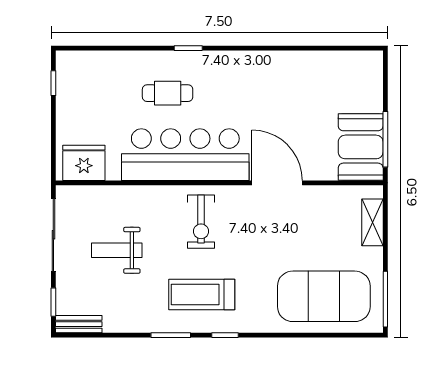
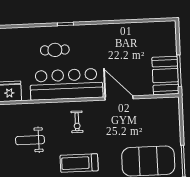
exercise bike: (201, 222) -> (77, 122), width x0.73, depth x0.72
shelving: (372, 222) -> (174, 118), removed

